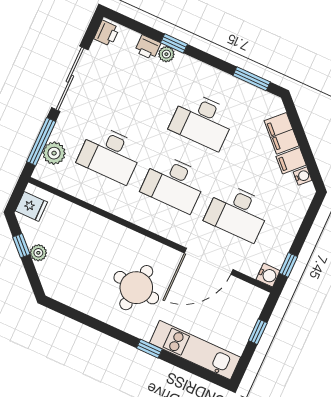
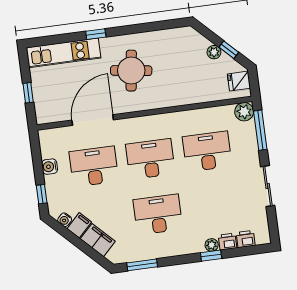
printer: (107, 33) -> (246, 239), moved, turned 90
sliding door: (70, 79) -> (268, 186), width x0.73
plant: (54, 153) -> (244, 112), moved
window: (288, 265) -> (42, 194), moved
water cooler: (268, 275) -> (50, 167), moved

